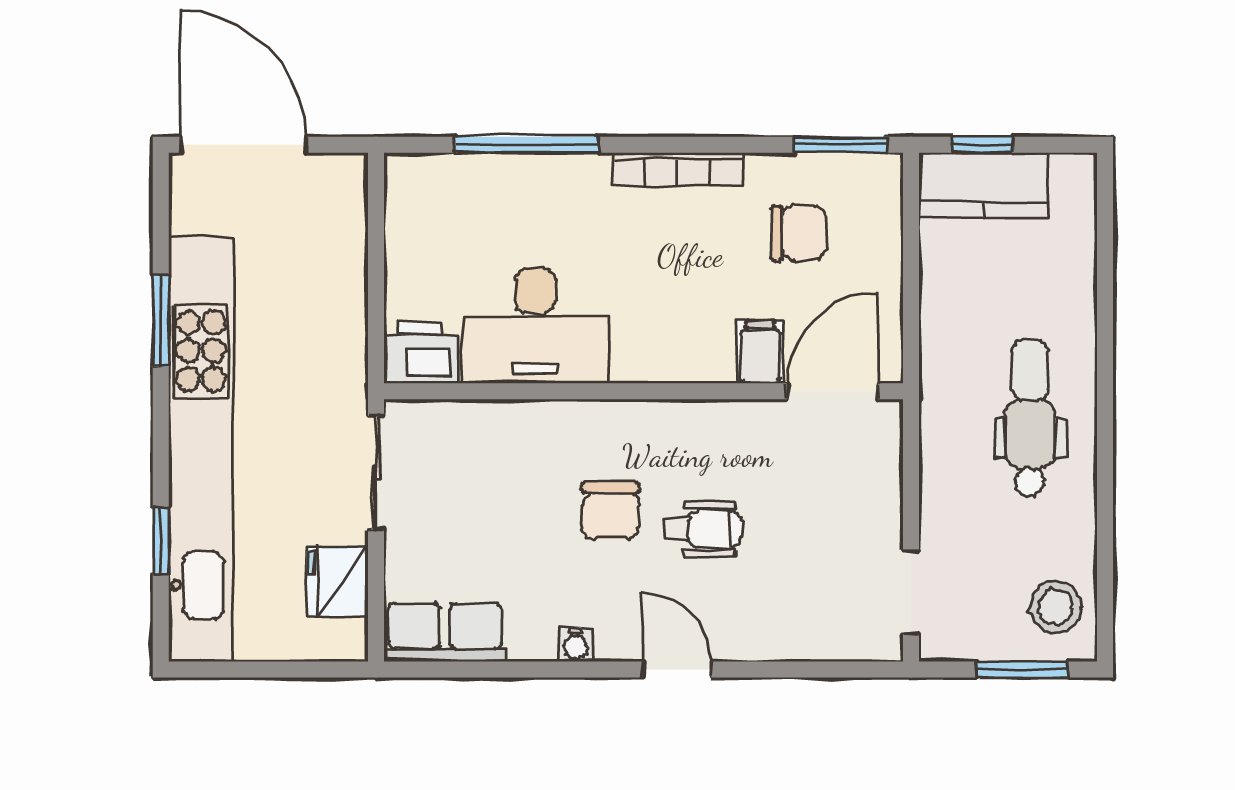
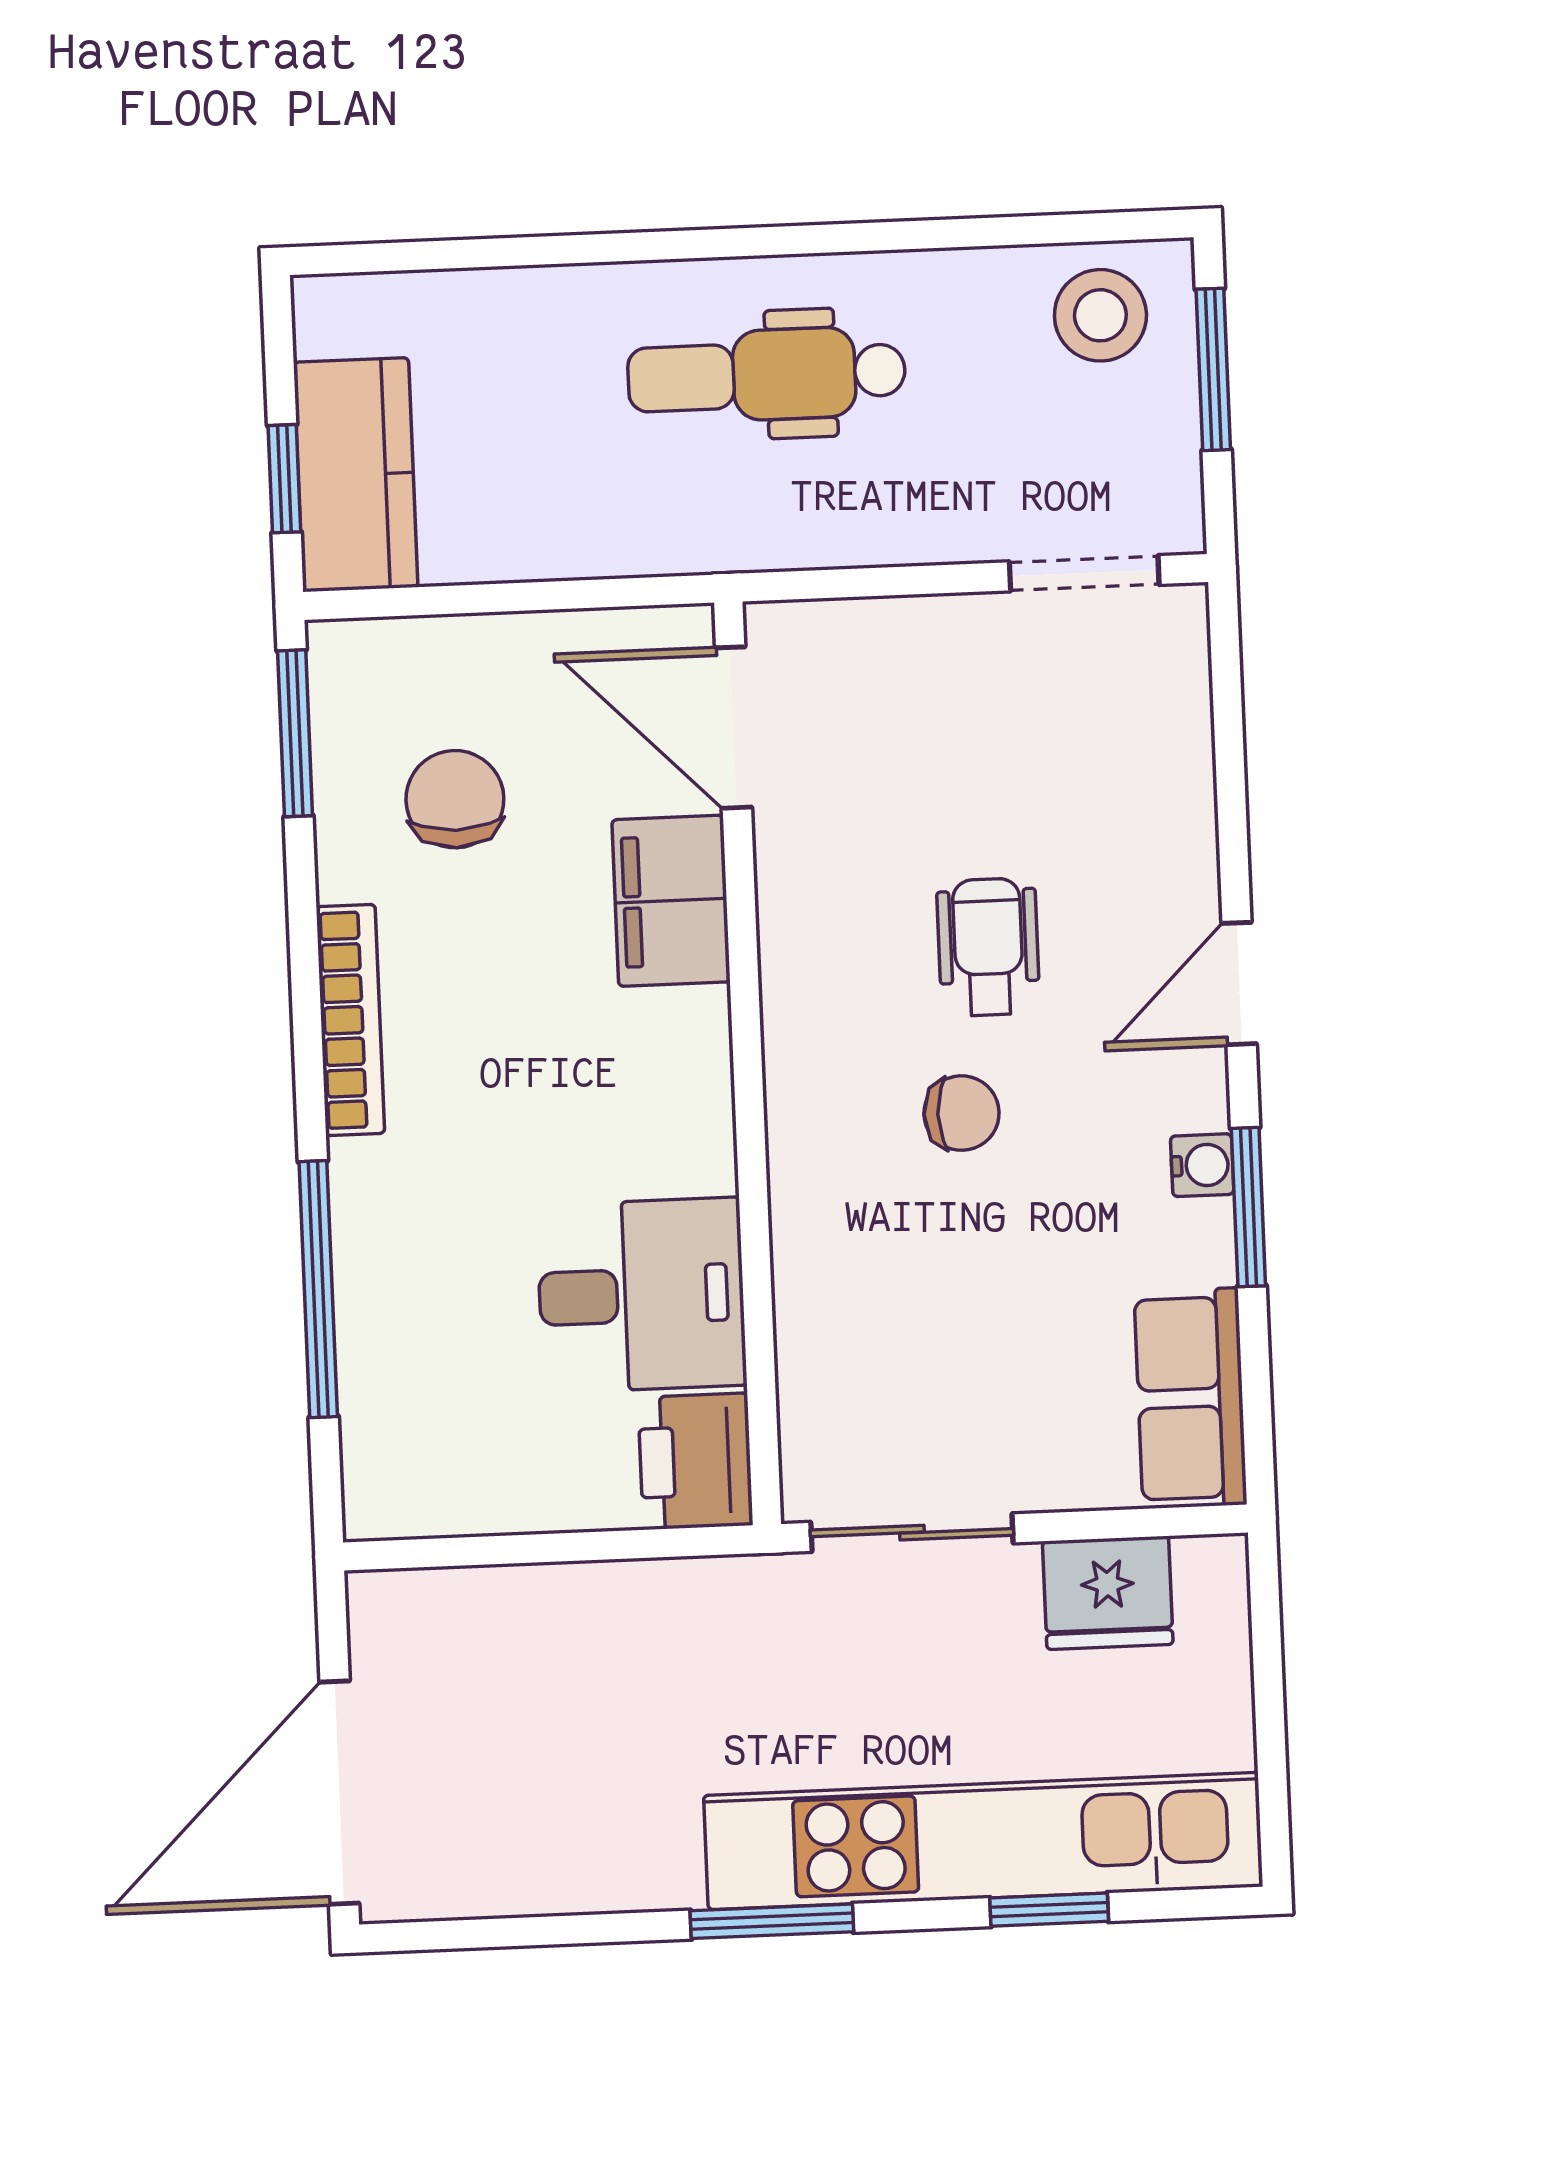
window: (161, 321) -> (772, 1921), moved
desk: (535, 326) -> (642, 1295), width x0.73
filing cabinet: (760, 352) -> (671, 901), width x2.00
kitchen unit: (201, 449) -> (983, 1841), width x0.73
chair: (610, 510) -> (962, 1113), width x0.73, depth x0.73
window: (551, 669) -> (1248, 1207), added

